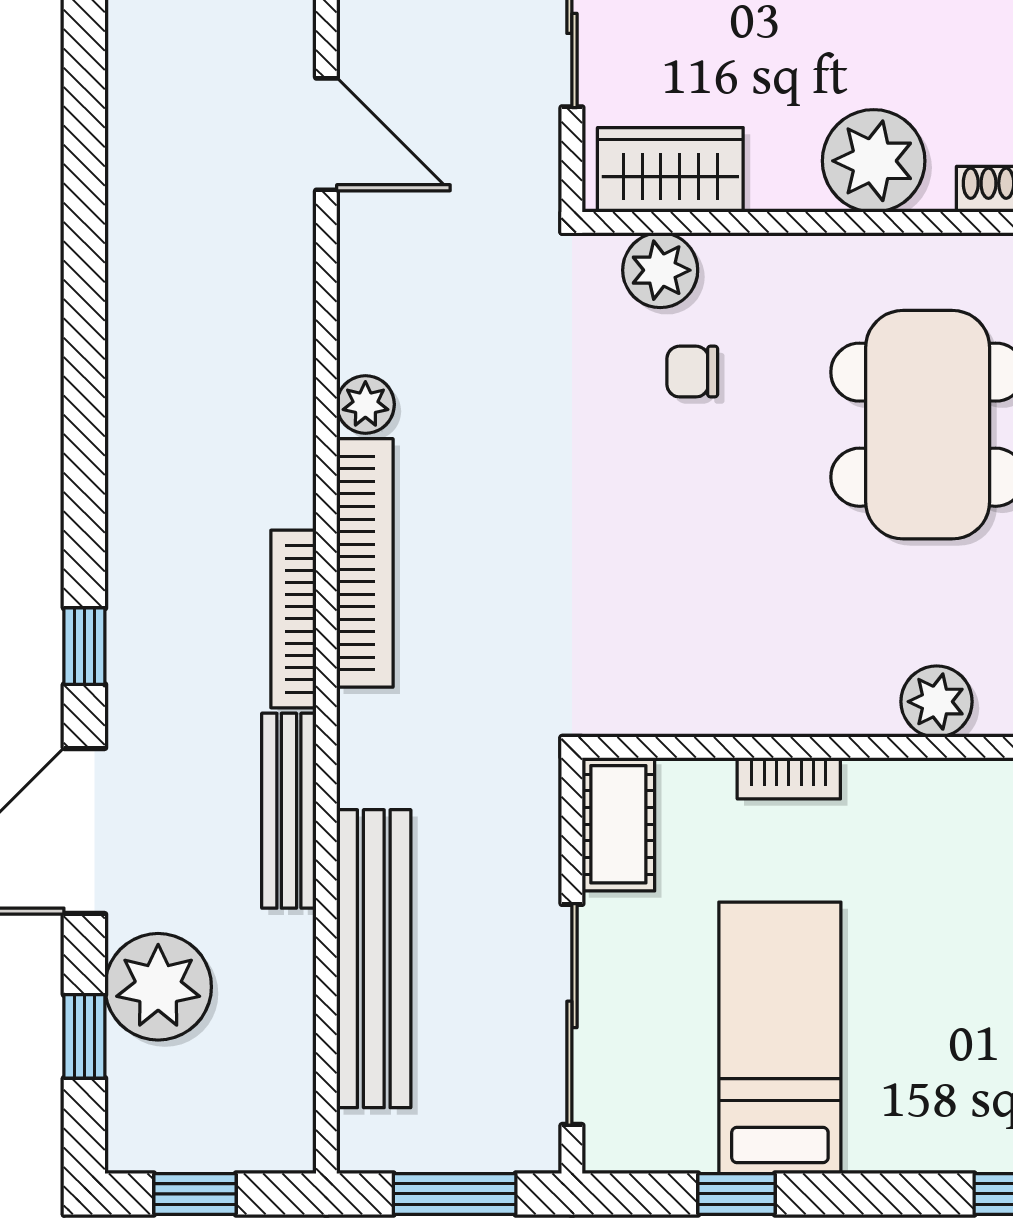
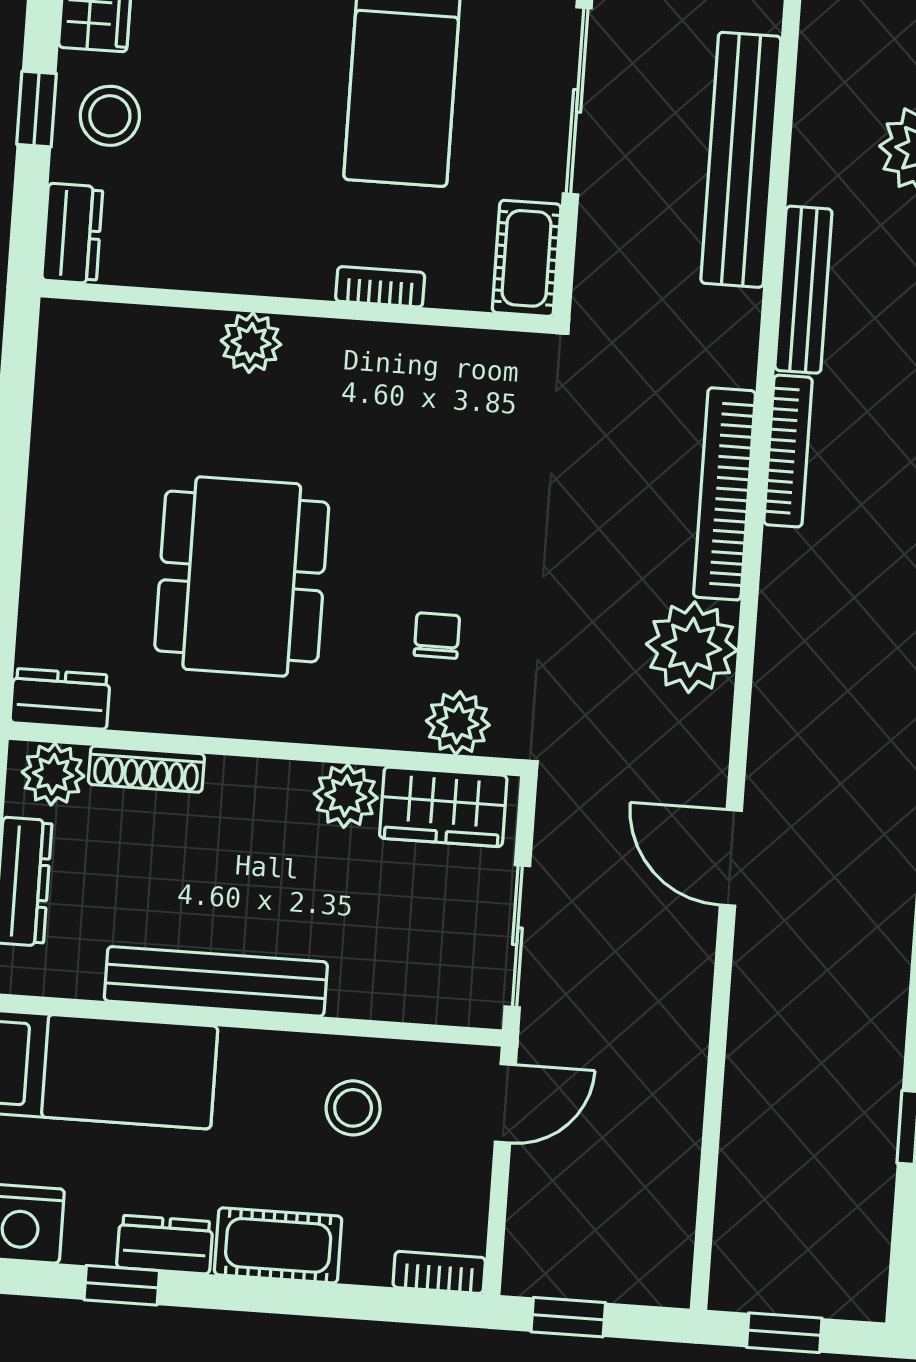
plant: (874, 161) -> (346, 796), moved, width x0.73, depth x0.73
chair: (692, 372) -> (437, 635), turned -90
plant: (365, 404) -> (692, 647), width x1.87, depth x1.87

